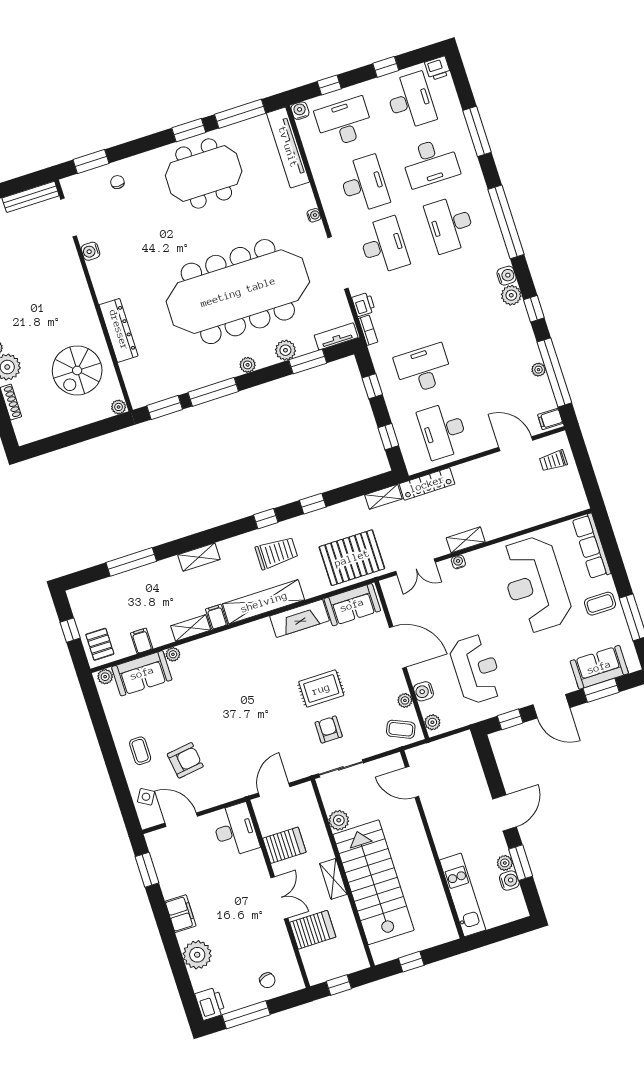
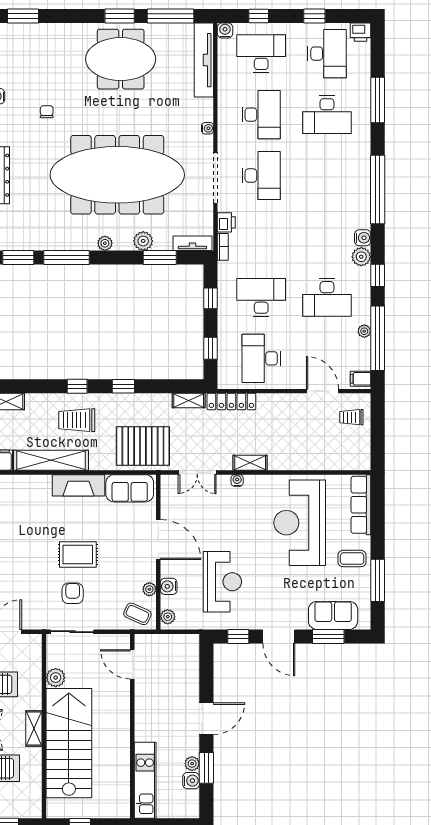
chair: (117, 182) -> (47, 112), moved
desk: (450, 224) -> (327, 297), moved, turned -90
trolley: (277, 553) -> (77, 420), turned 180

